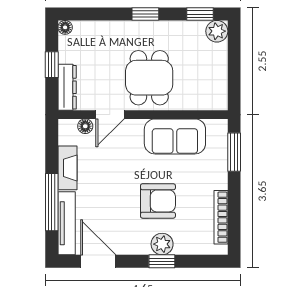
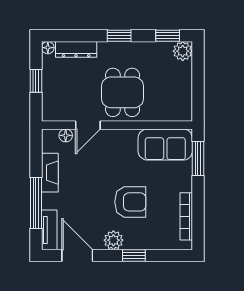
dresser: (67, 87) -> (76, 49), moved, turned 90
sofa: (175, 136) -> (165, 145), moved
tv unit: (67, 223) -> (49, 230), width x0.71
plant: (162, 244) -> (113, 240), moved

